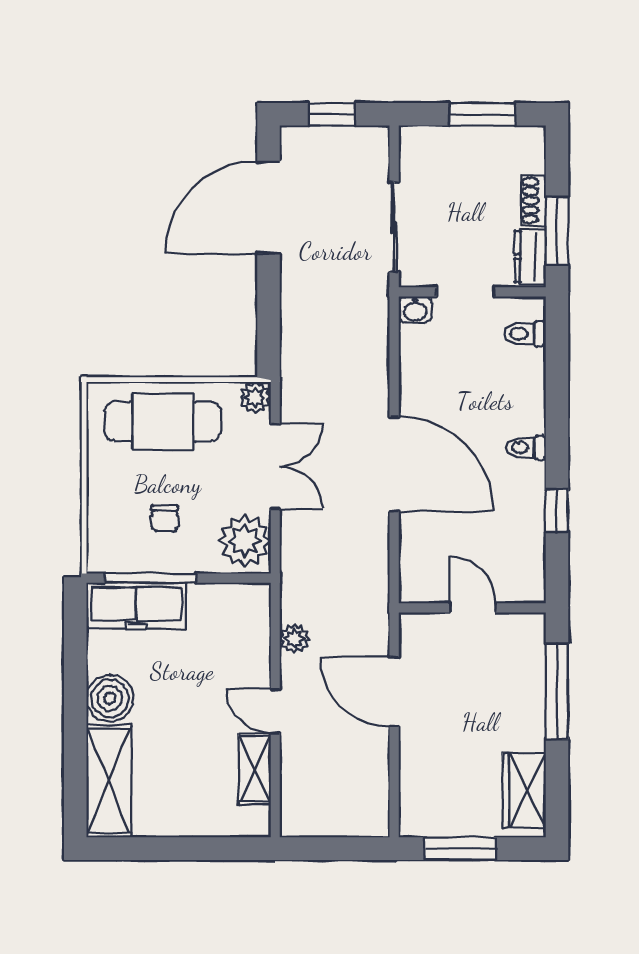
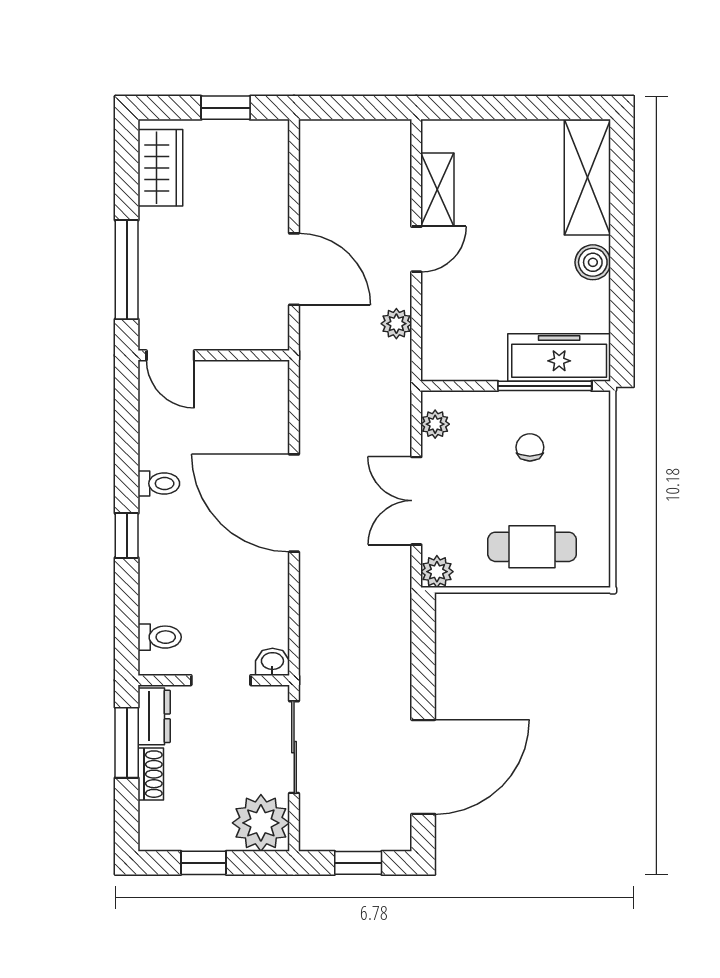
window: (482, 114) -> (203, 863), width x0.67
plant: (426, 153) -> (261, 823), added
cafe table: (163, 422) -> (532, 547), width x0.73, depth x0.74
toilet: (526, 448) -> (159, 483), moved
window: (557, 511) -> (127, 536), moved
plant: (245, 541) -> (435, 424), width x0.53, depth x0.53
door: (473, 608) -> (170, 355), moved
boiler: (110, 698) -> (593, 262), width x0.73, depth x0.73
door: (275, 711) -> (416, 249), hinge flipped
window: (461, 849) -> (226, 108), width x0.67

